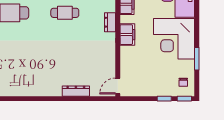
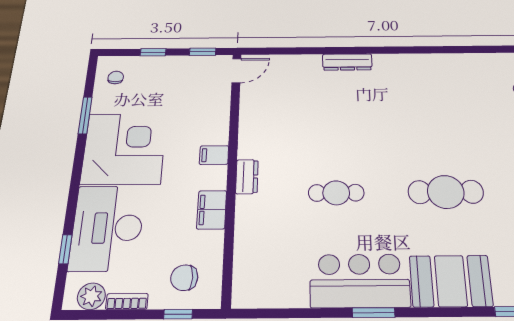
filing cabinet: (127, 35) -> (214, 155), width x0.50
dresser: (76, 91) -> (347, 62), moved
window: (184, 99) -> (203, 52), moved

